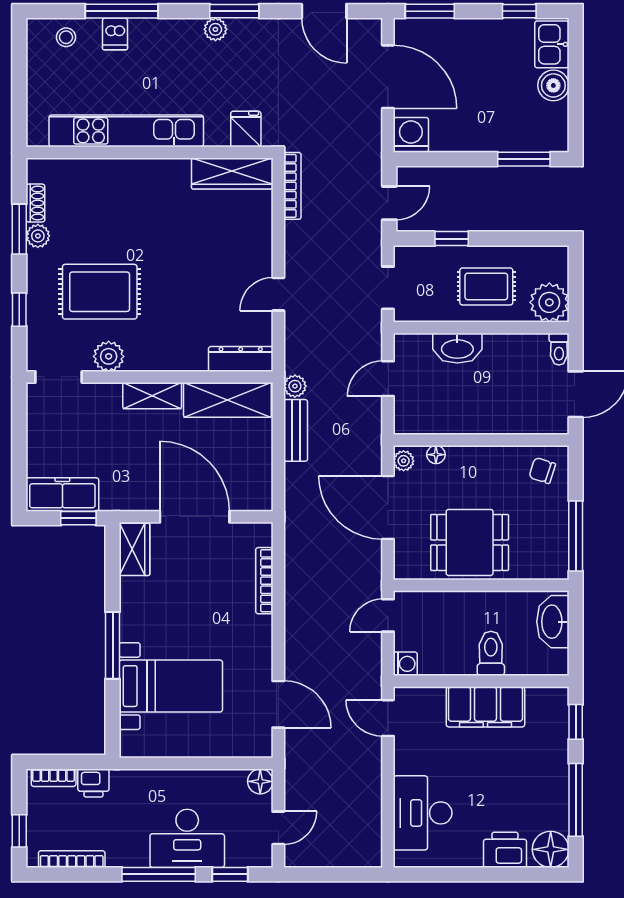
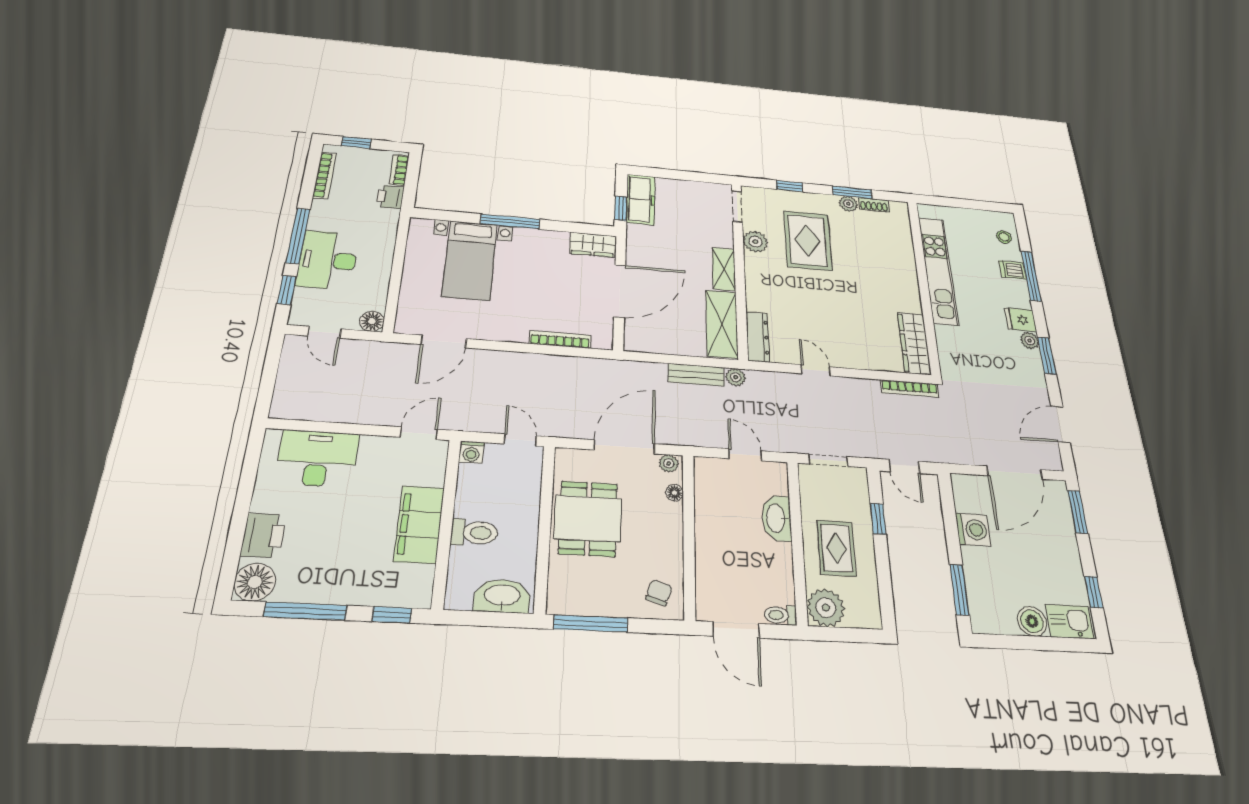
fridge: (246, 129) -> (1021, 320), moved, turned 180
washing machine: (411, 135) -> (973, 530), moved

